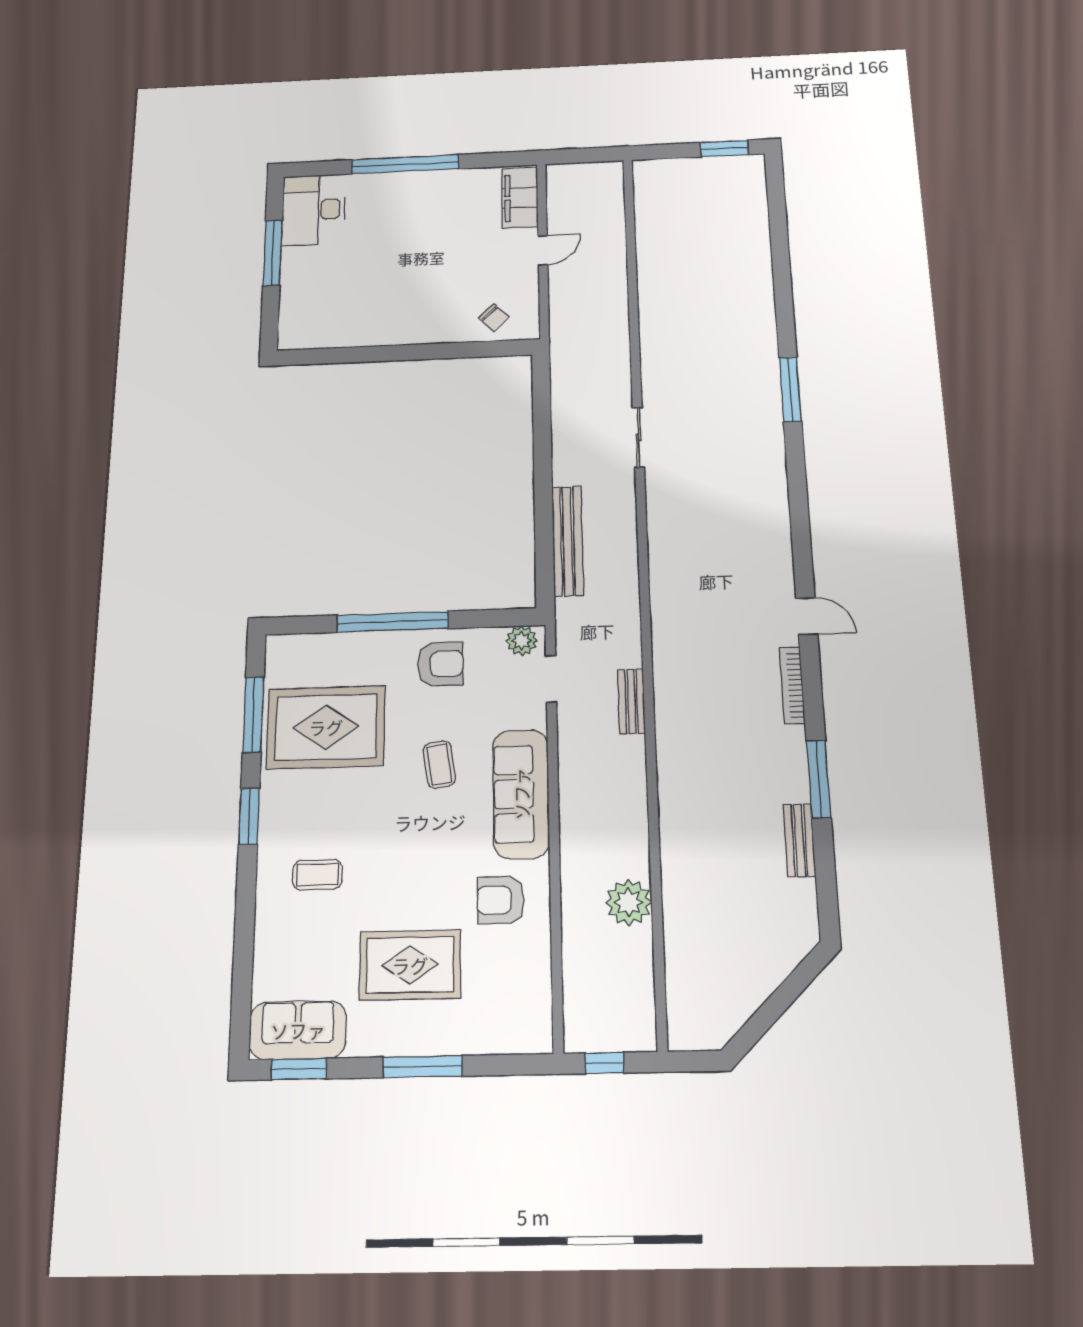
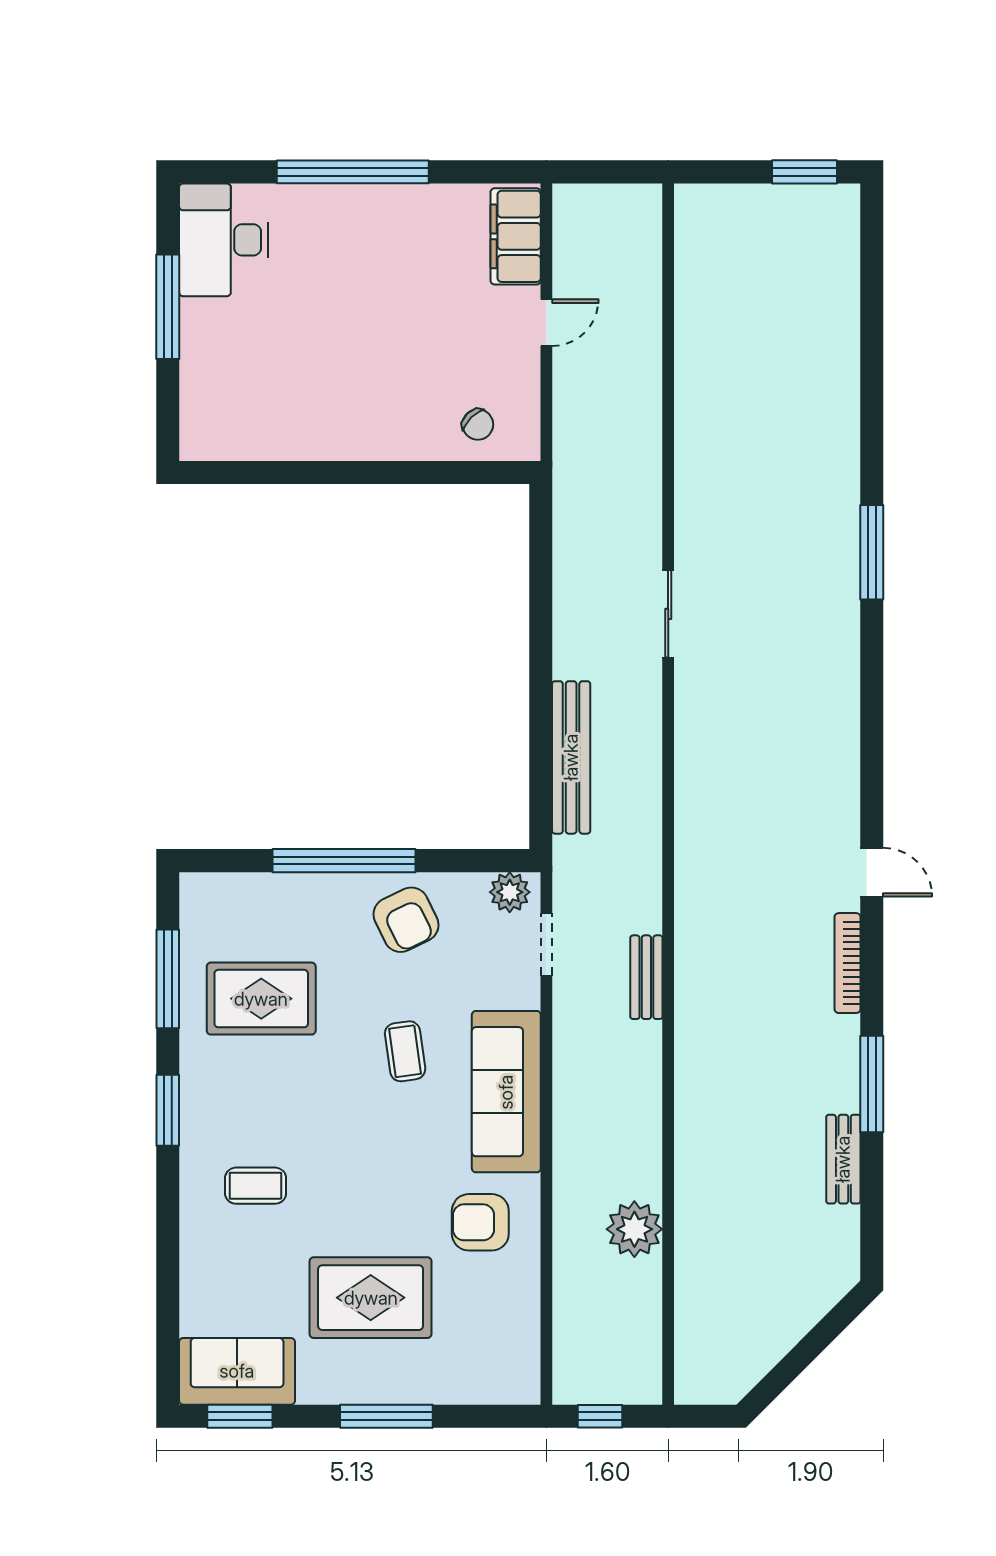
armchair: (440, 664) -> (406, 920), turned 64
rug: (326, 727) -> (261, 999), width x0.73, depth x0.69

